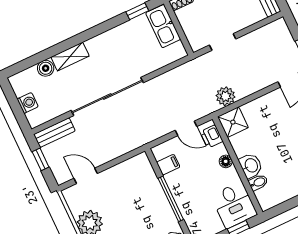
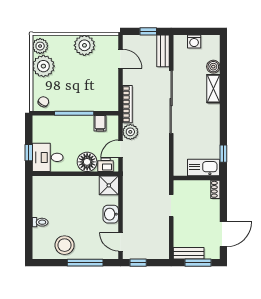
plant: (225, 96) -> (130, 132), moved
bookcase: (133, 144) -> (127, 104), added
floor lamp: (226, 161) -> (87, 162), width x1.89, depth x1.89
washbasin: (251, 166) -> (111, 214), moved, turned 90
door: (86, 176) -> (120, 59), hinge flipped
bidet: (258, 182) -> (56, 183), removed

